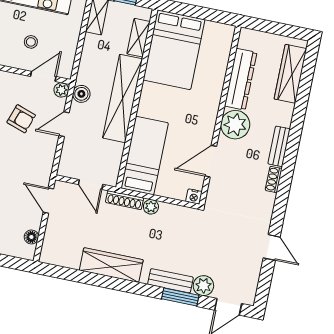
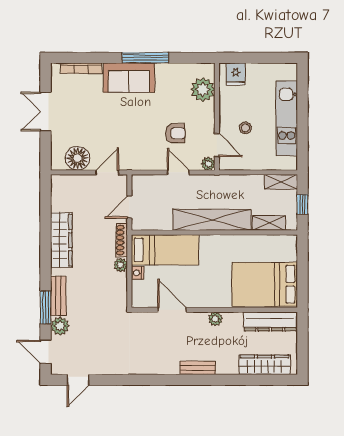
bed: (174, 50) -> (265, 284), moved
dresser: (241, 79) -> (270, 321), moved
boiler: (81, 94) -> (208, 182), removed
armchair: (21, 119) -> (175, 133), turned -109
plant: (235, 125) -> (215, 319), width x0.53, depth x0.53
shoe rack: (274, 179) -> (167, 369), removed
nightstand: (194, 197) -> (138, 273), moved
floor lamp: (31, 237) -> (78, 158), width x1.89, depth x1.89
door: (272, 247) -> (78, 380), moved

